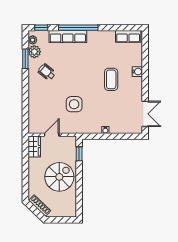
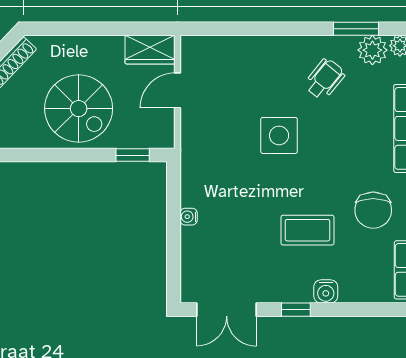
chair: (103, 51) -> (373, 210), added
window: (145, 84) -> (296, 310), added
side table: (74, 104) -> (279, 135), moved
door: (52, 135) -> (178, 90), swing flipped

